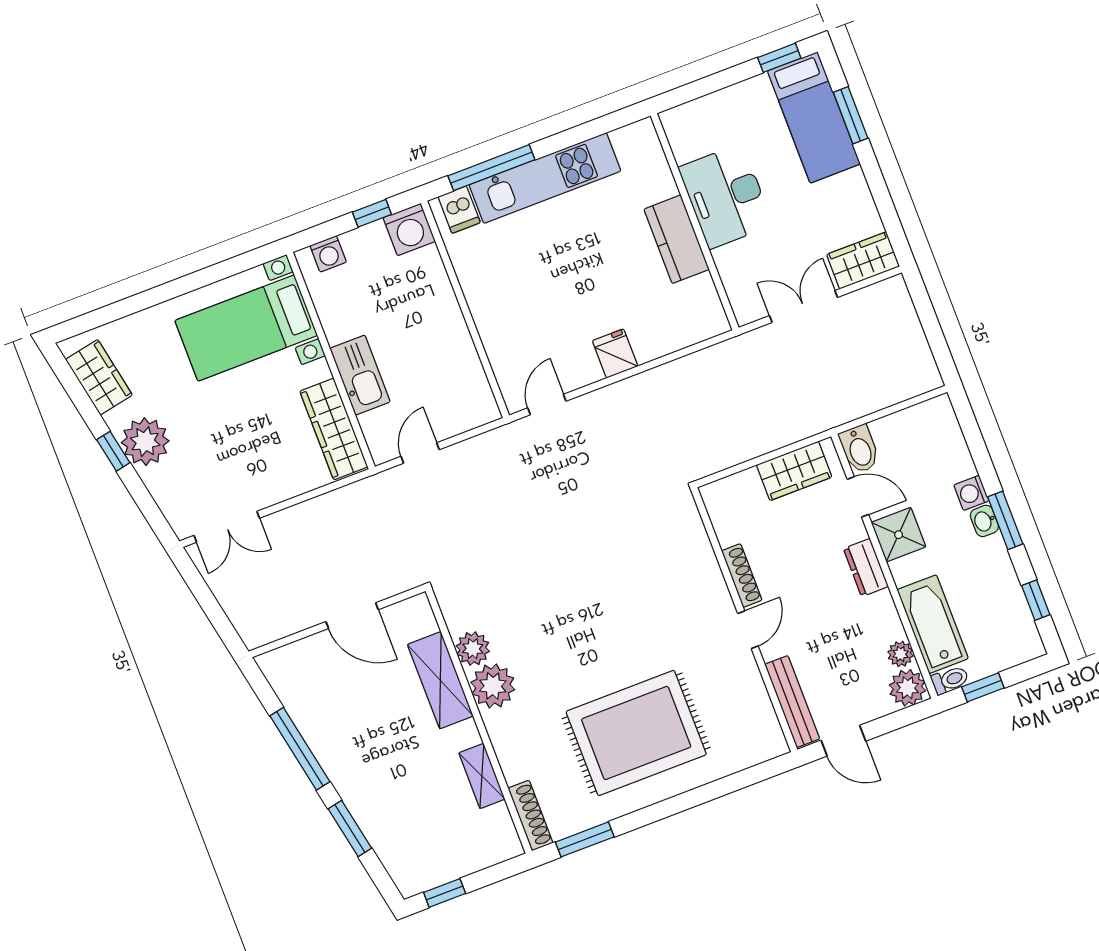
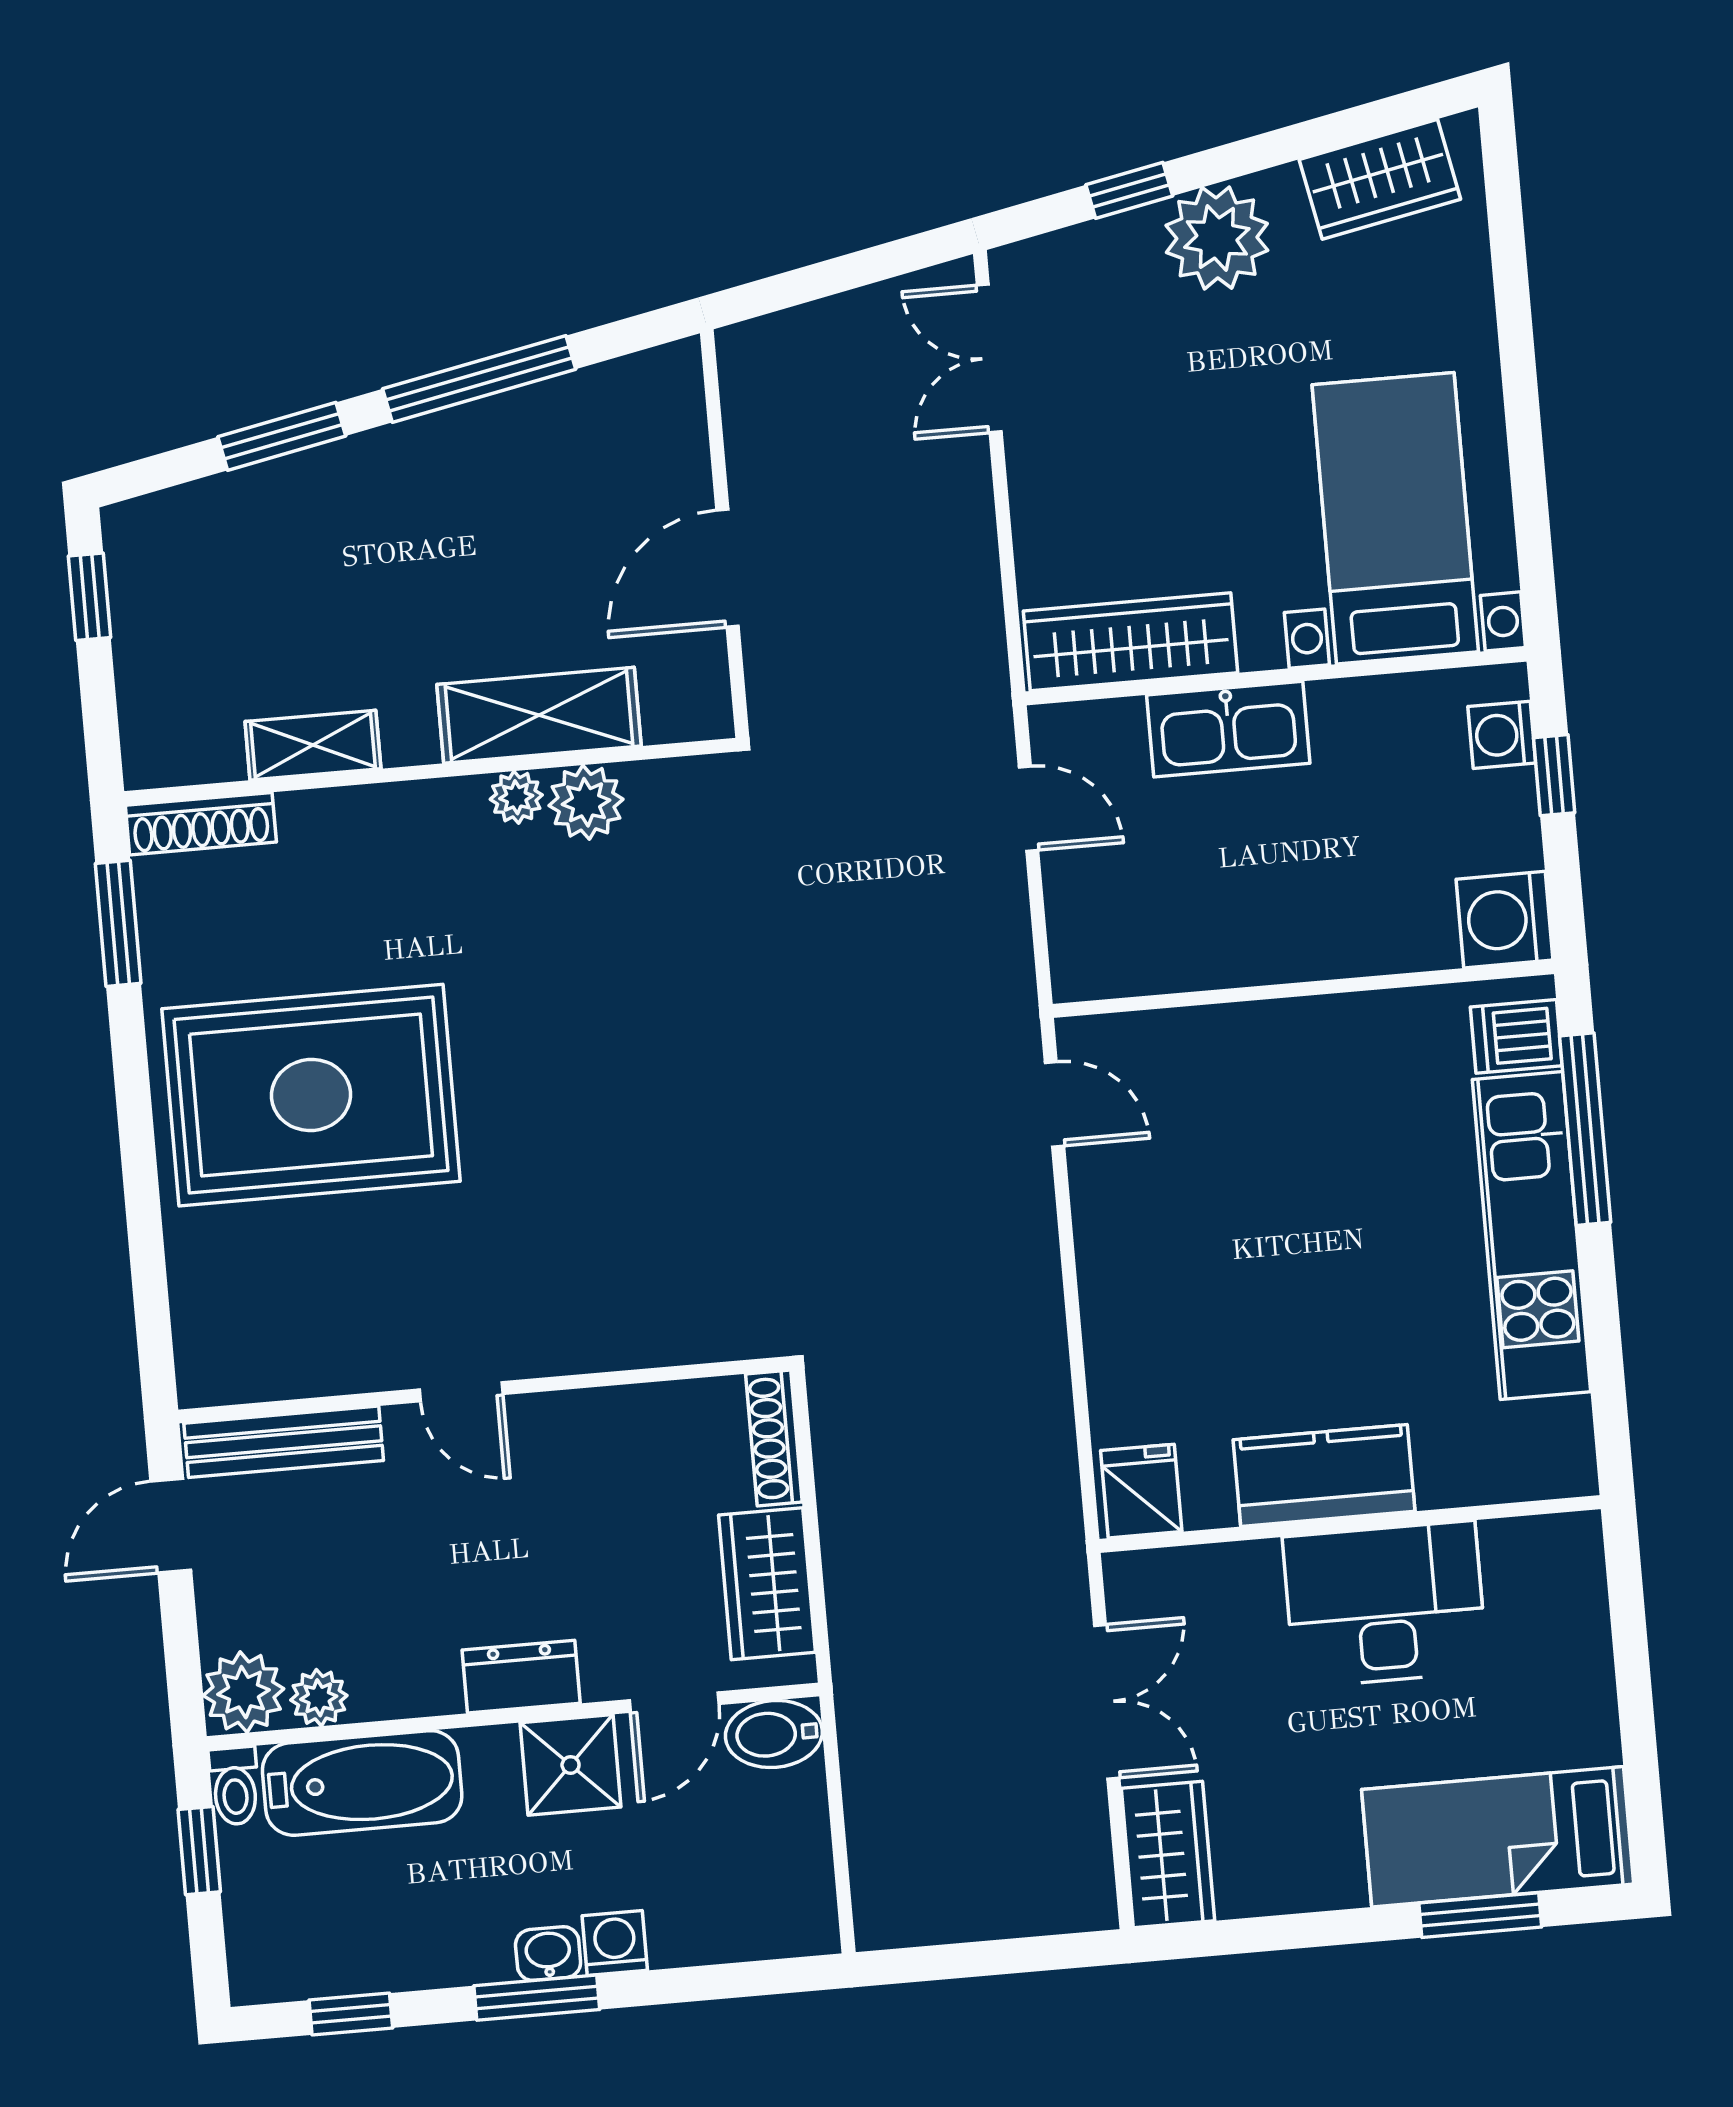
window: (779, 58) -> (1644, 1800), removed
window: (372, 213) -> (1554, 775), moved
fridge: (615, 354) -> (1141, 1491), moved, turned -90
window: (113, 451) -> (1129, 190), moved
shoe rack: (742, 575) -> (774, 1438), moved, turned 90
plant: (493, 686) -> (516, 797), width x0.53, depth x0.53
rug: (636, 733) -> (311, 1095), turned 90

